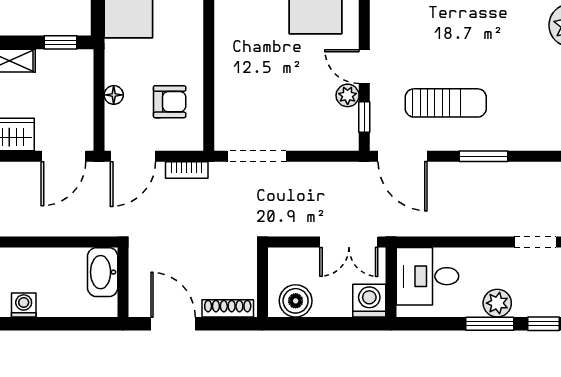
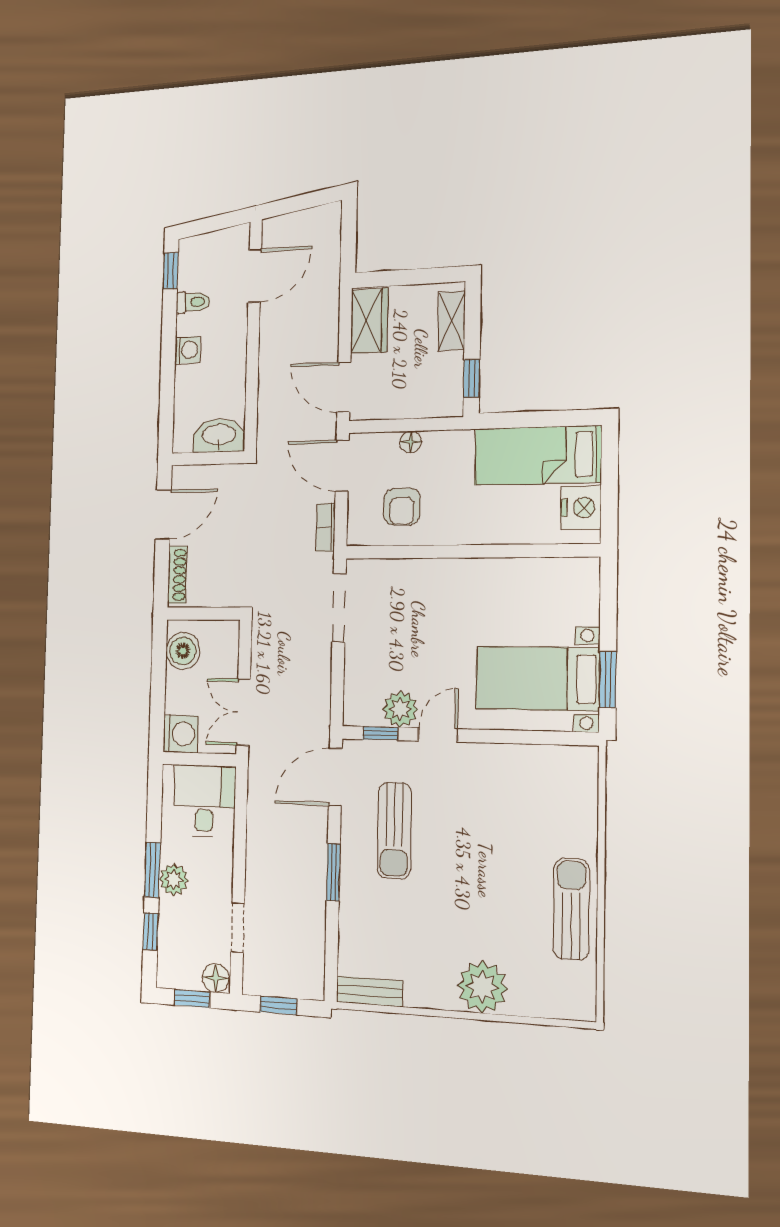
plant: (348, 95) -> (400, 709), width x1.38, depth x1.38

